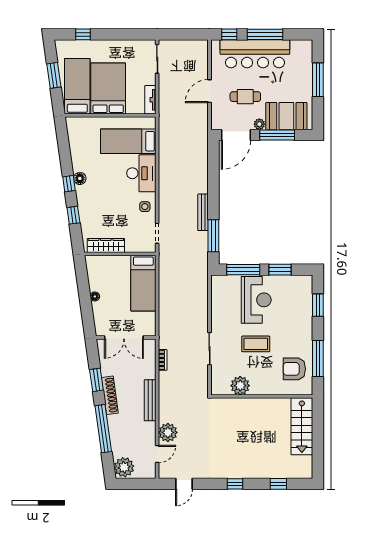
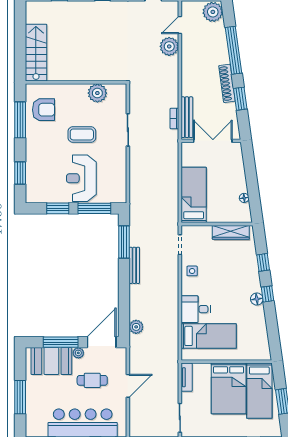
plant: (201, 150) -> (136, 327), added
desk: (141, 173) -> (196, 309), width x0.73
floor lamp: (95, 296) -> (244, 198), moved
bench: (150, 400) -> (187, 117), moved

